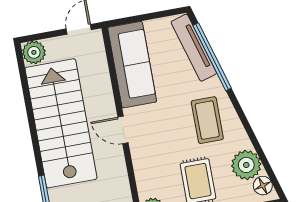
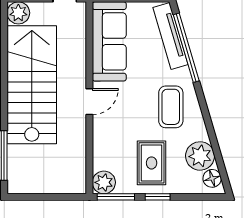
door: (123, 130) -> (89, 102), swing flipped

